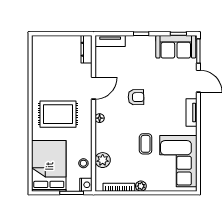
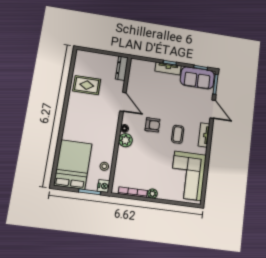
tv unit: (110, 41) -> (168, 68), moved
door: (94, 88) -> (123, 102), hinge flipped
armchair: (136, 97) -> (152, 125), moved
rug: (58, 114) -> (87, 85), moved, width x0.73, depth x0.70
coffee table: (146, 144) -> (178, 134), moved
plant: (103, 160) -> (125, 140), moved

